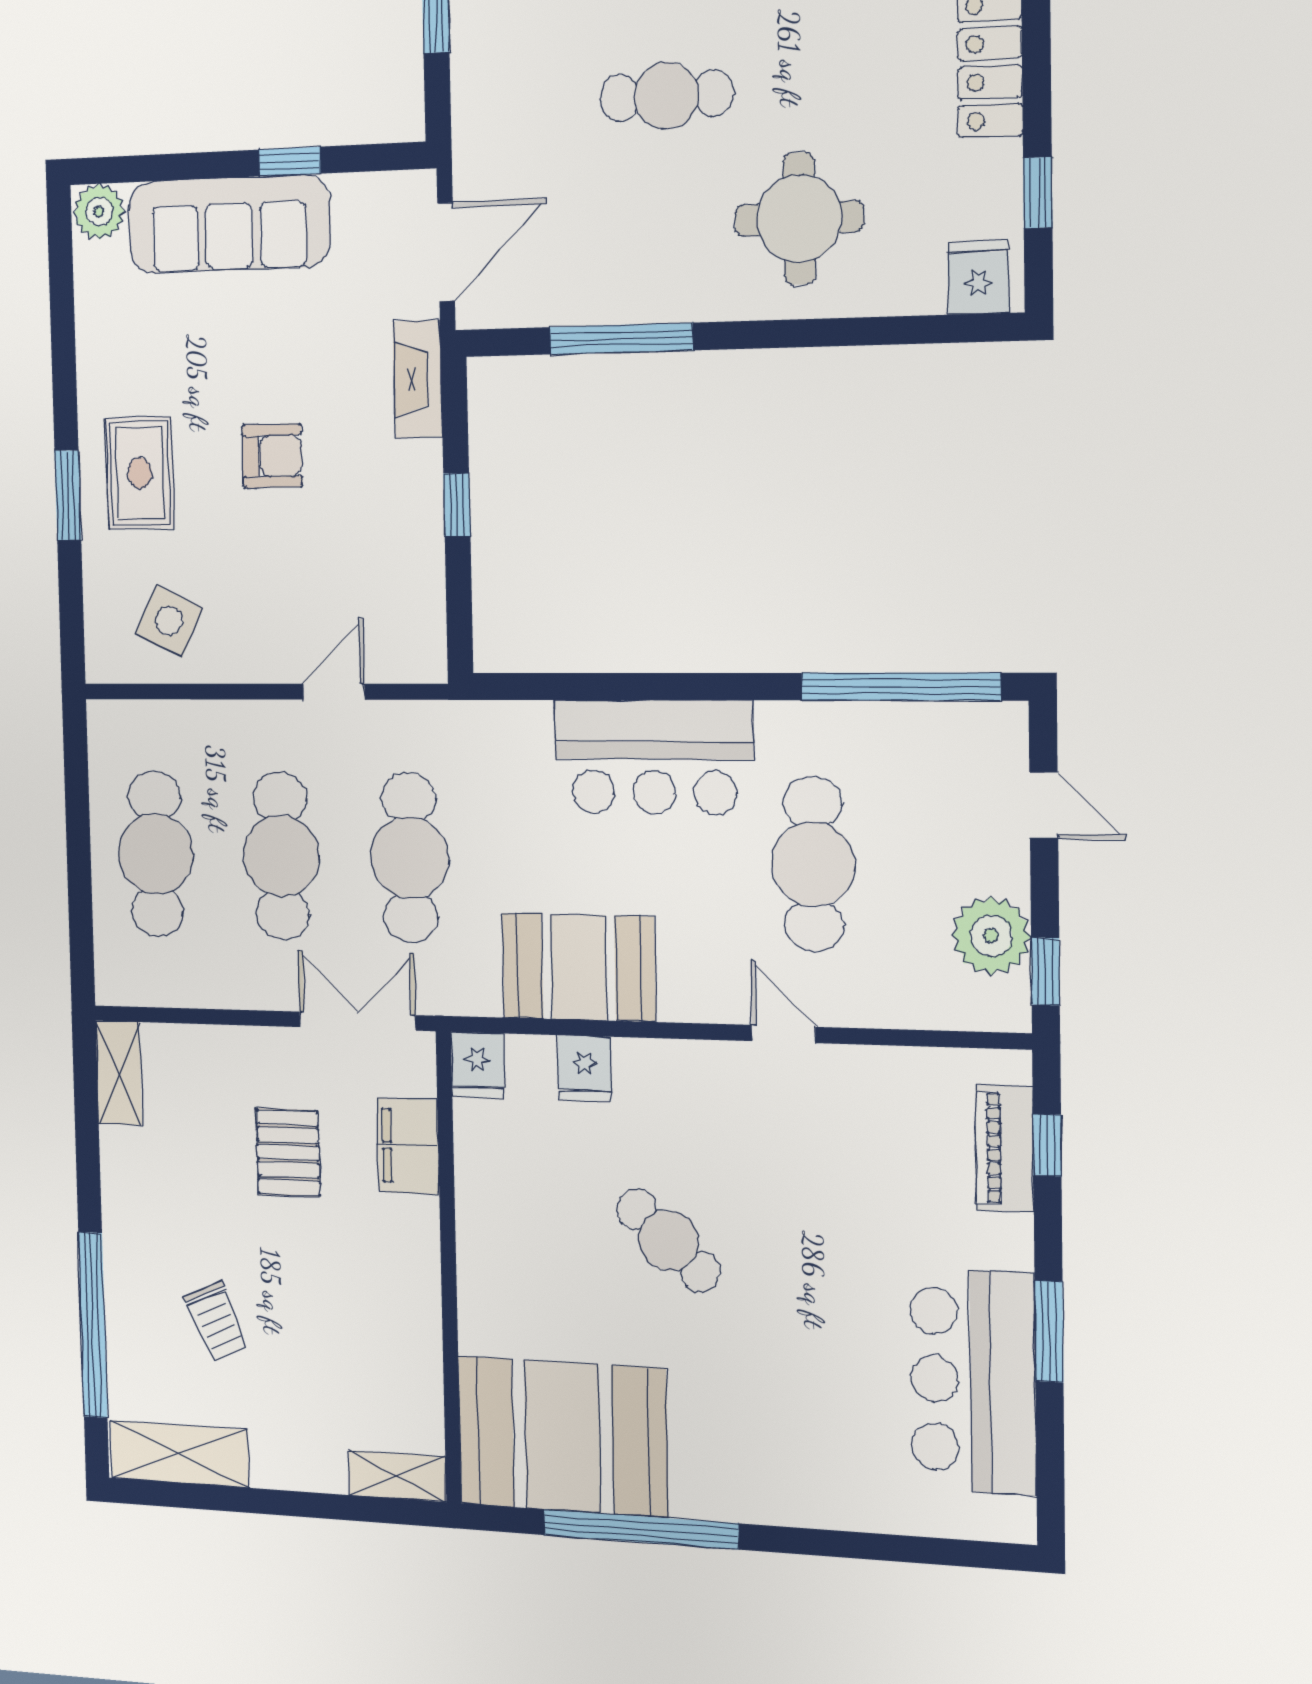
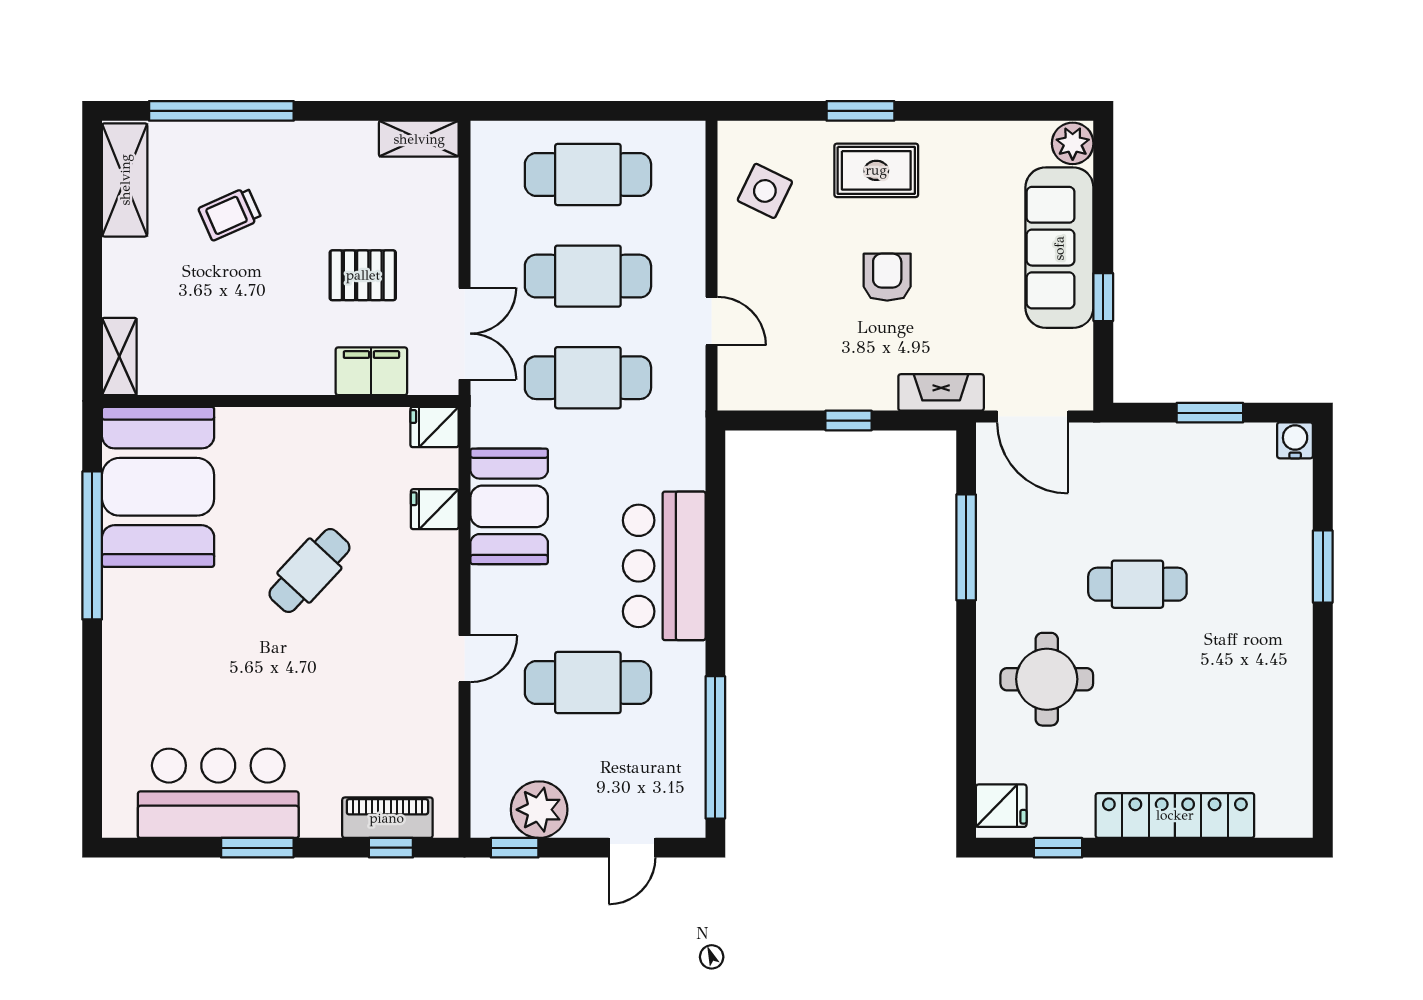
cafe table: (666, 96) -> (1137, 584), turned 90
armchair: (272, 456) -> (887, 277), turned 180

